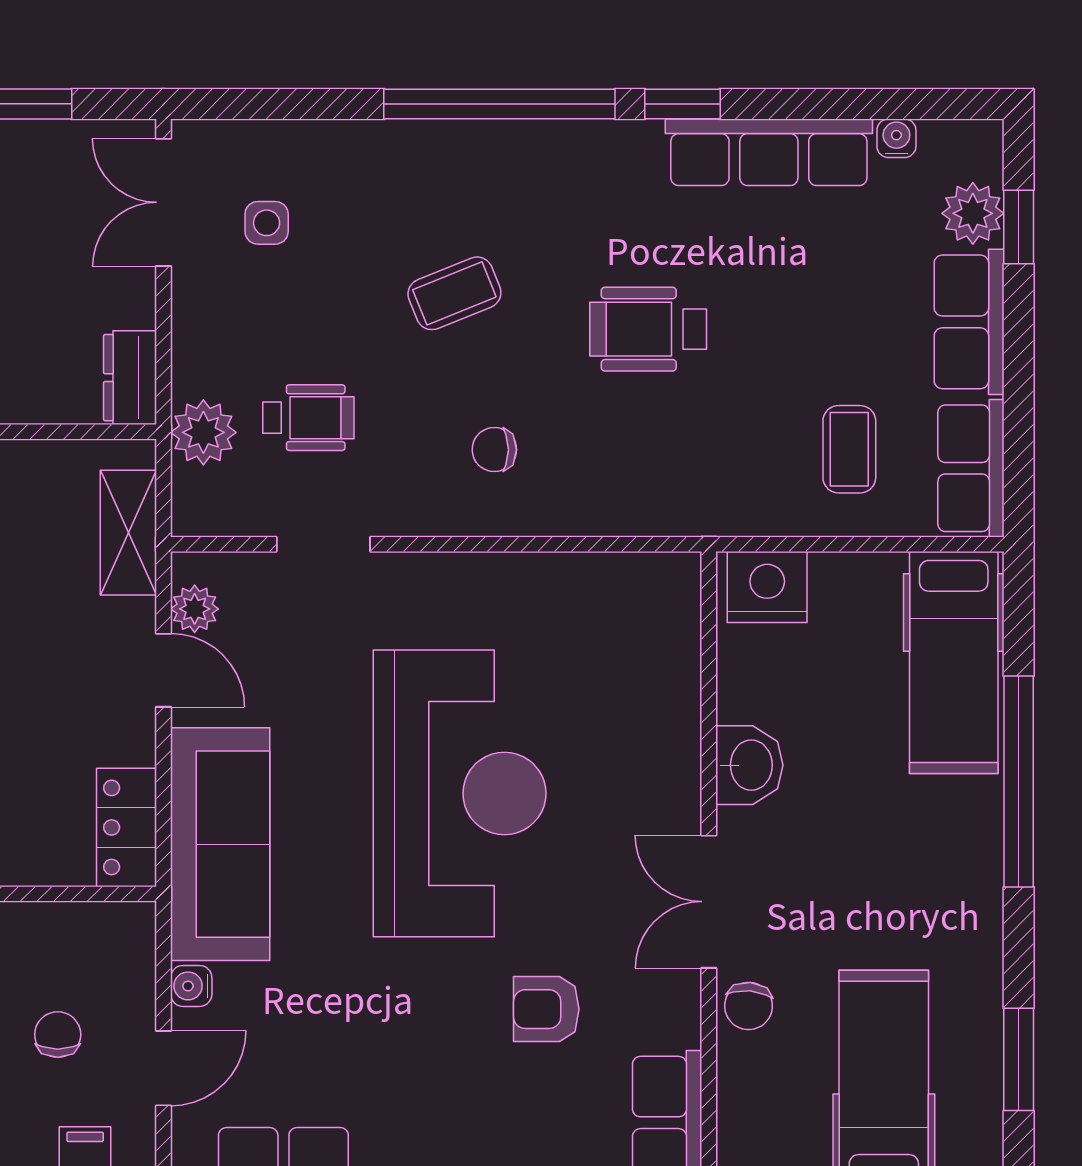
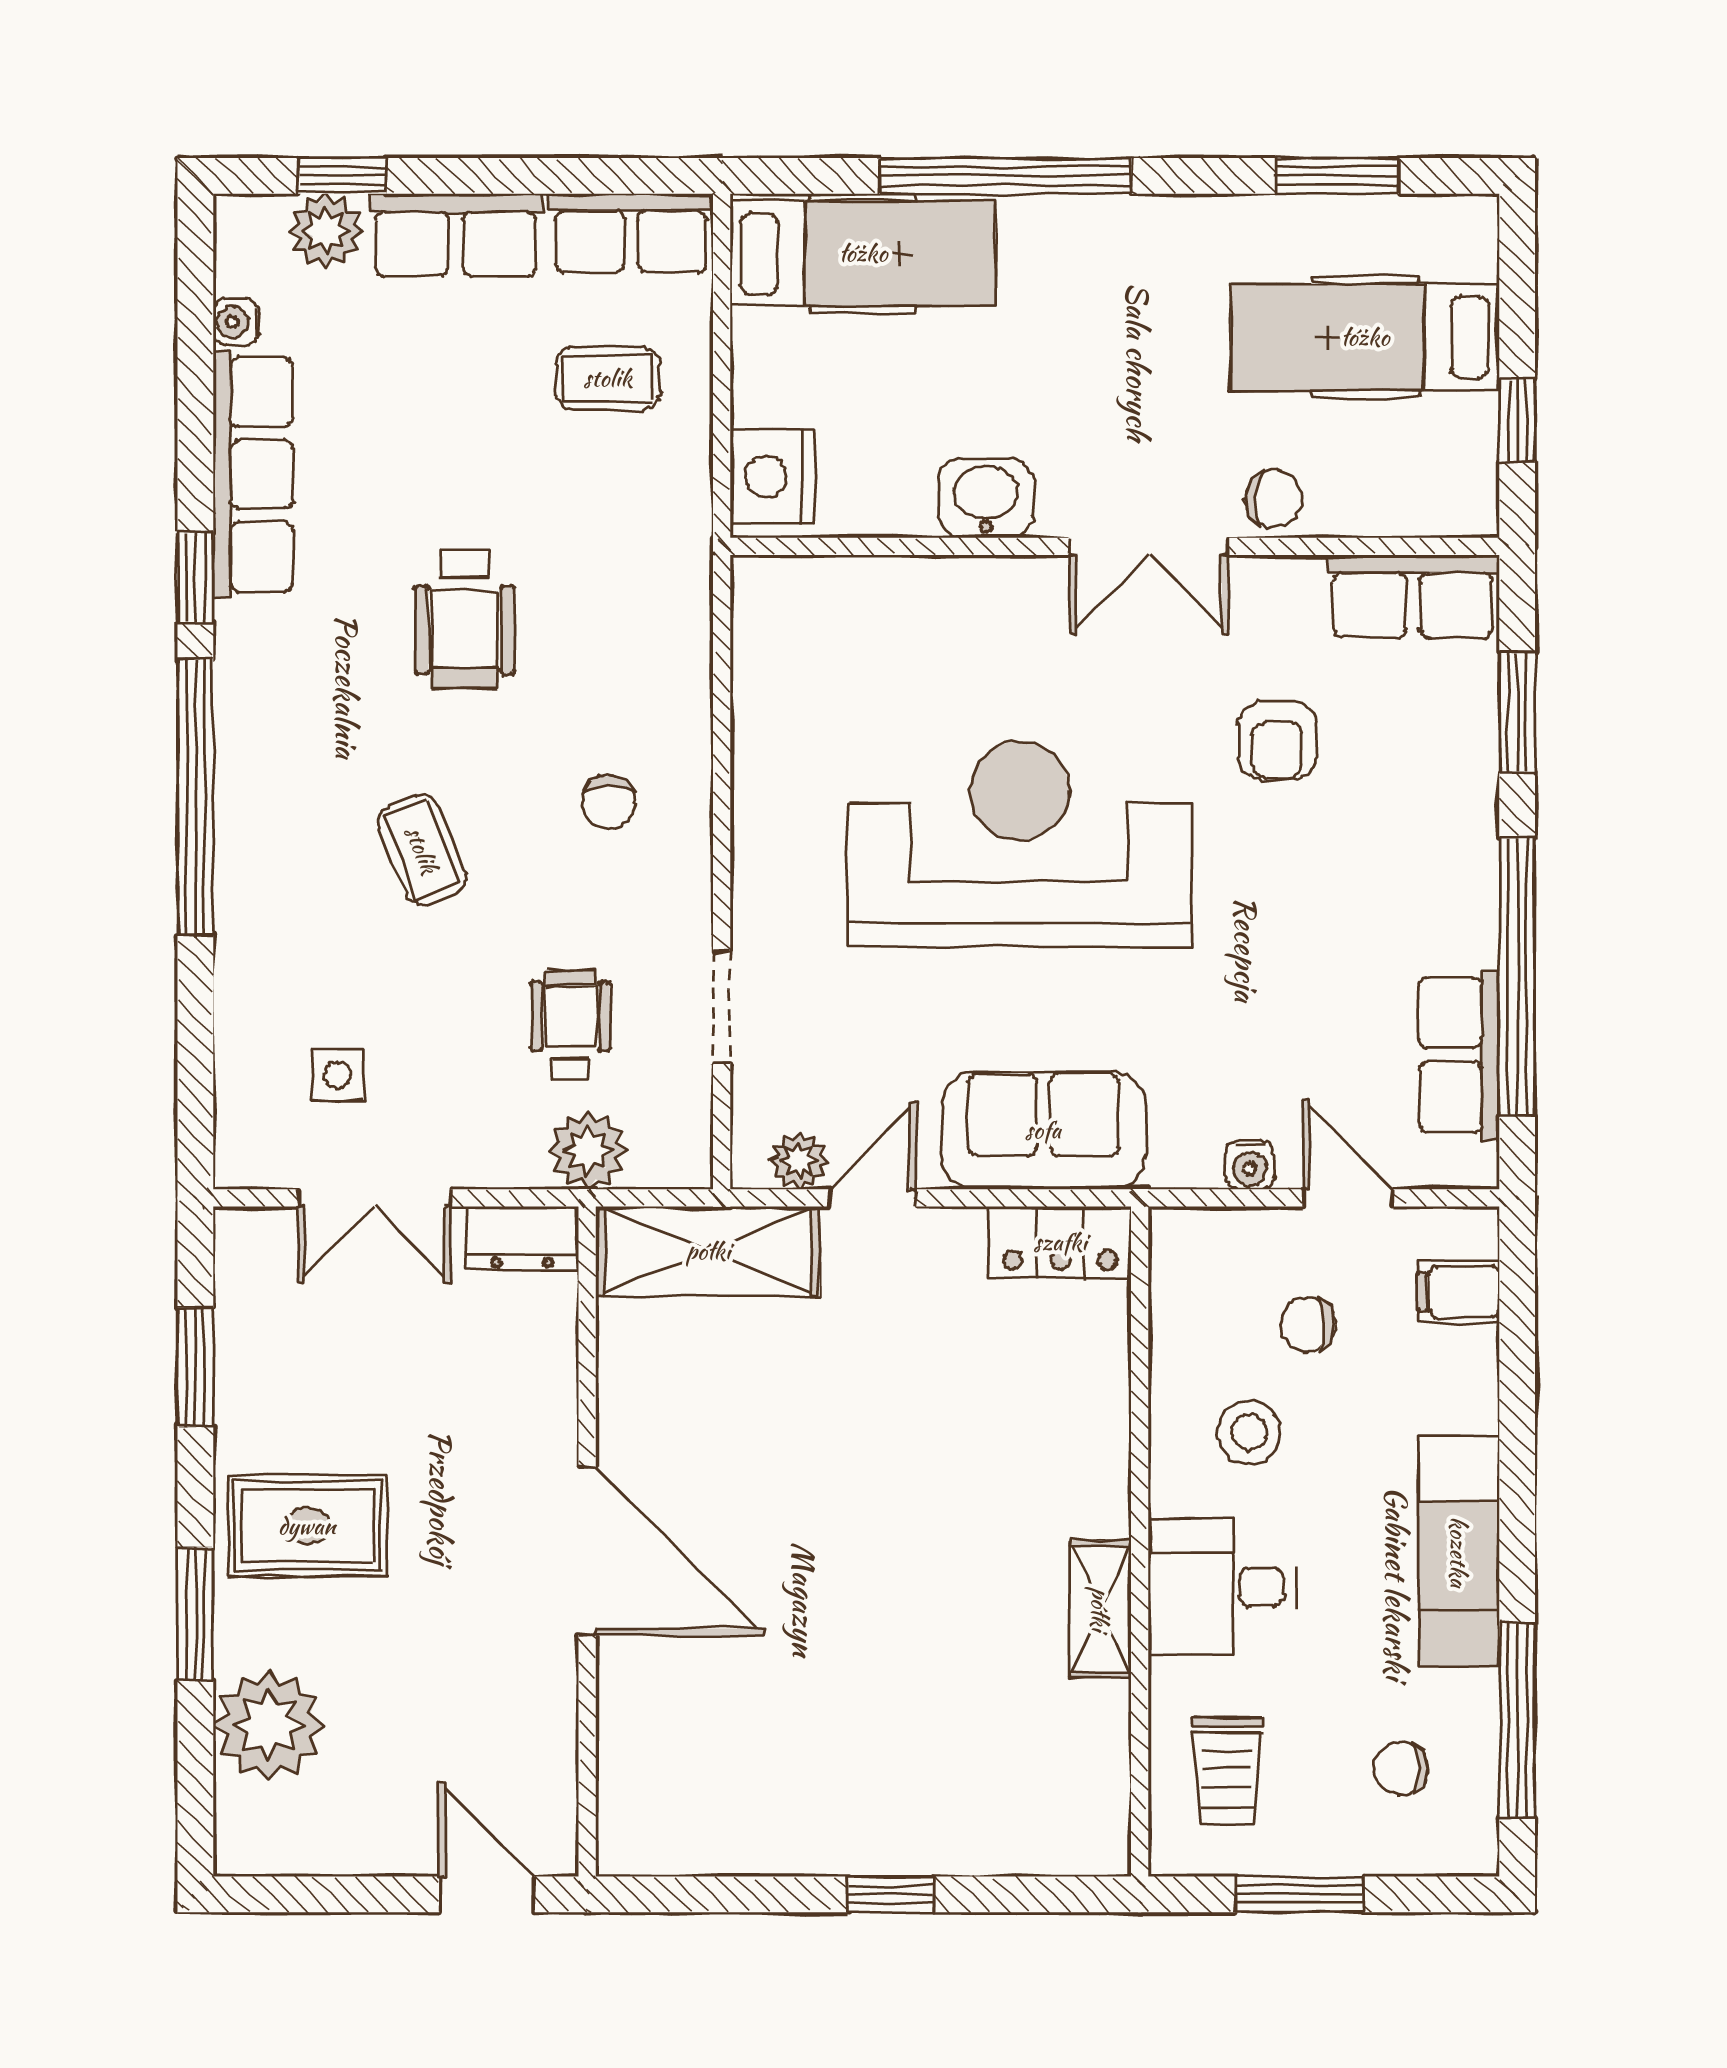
double door: (164, 202) -> (374, 1198), moved
shelving: (128, 533) -> (708, 1251), width x1.50, depth x1.33
sofa: (220, 844) -> (1043, 1130), width x0.73

